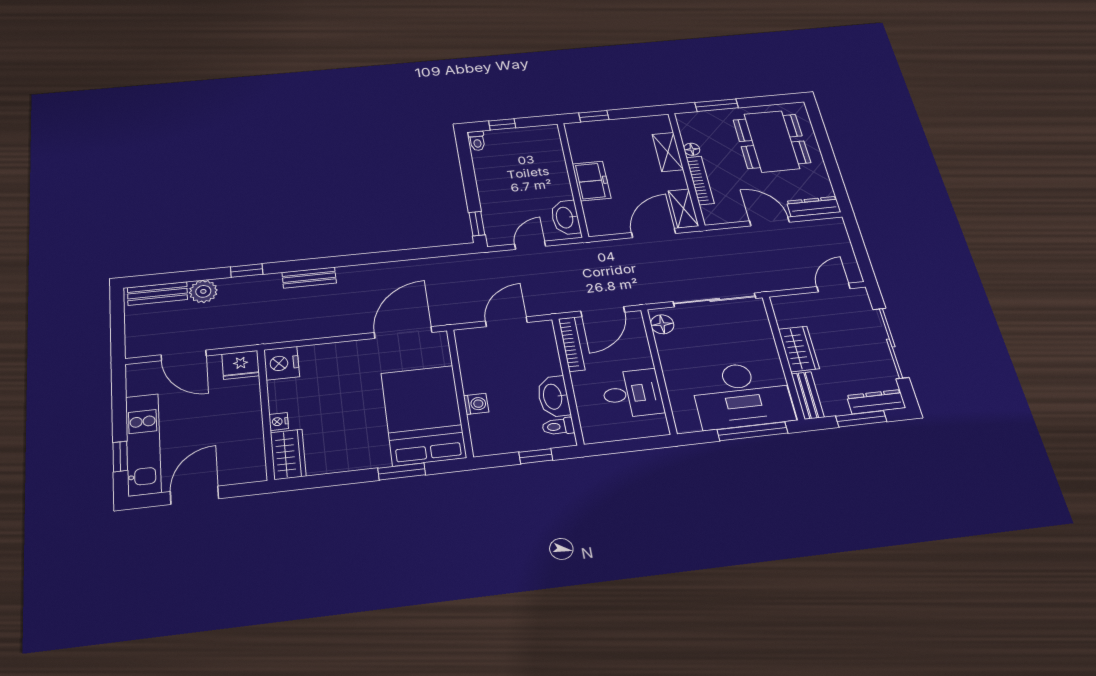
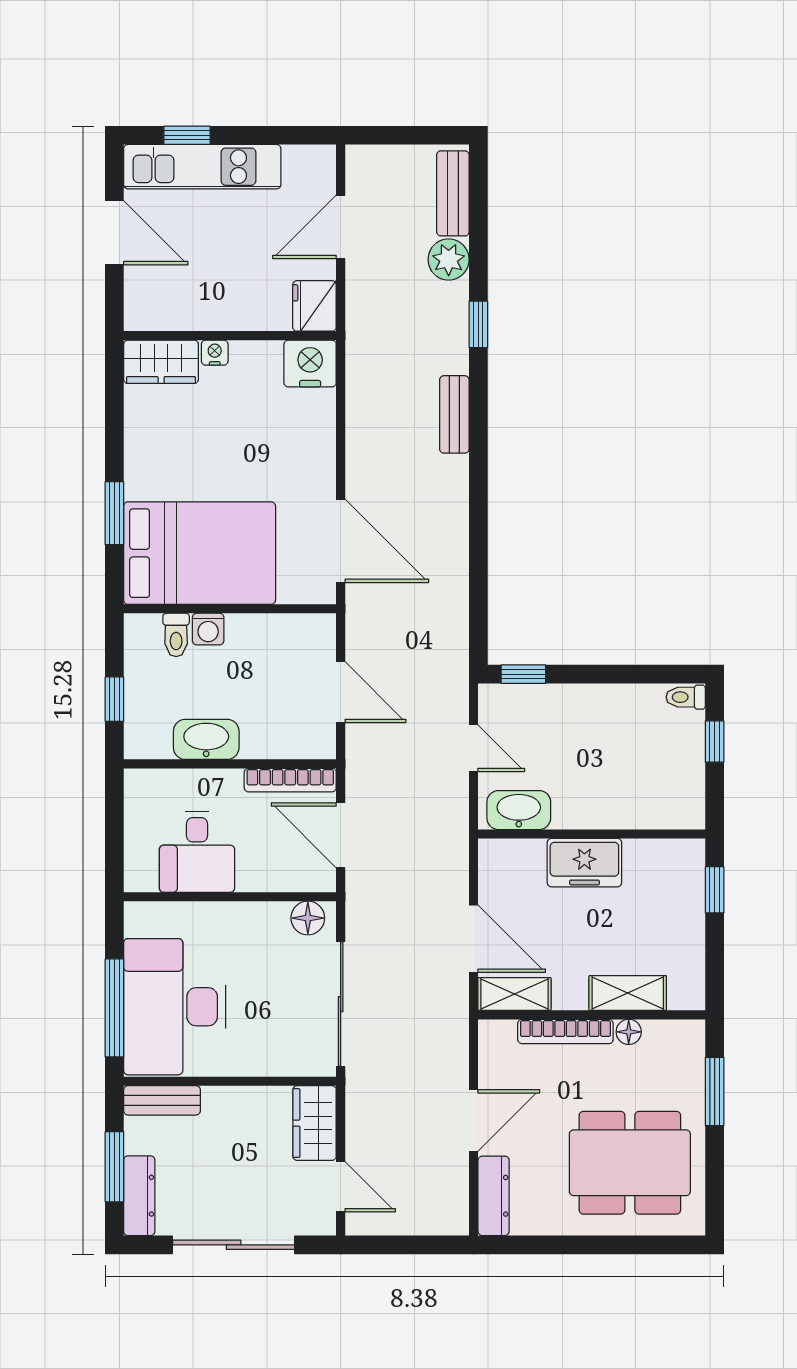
wardrobe: (799, 349) -> (315, 1123), moved, turned 90
toilet: (558, 426) -> (176, 635), moved, turned 180

